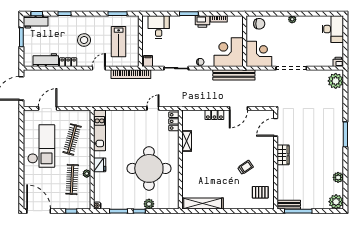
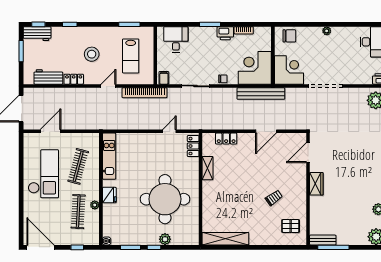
locker: (214, 115) -> (226, 139), moved

